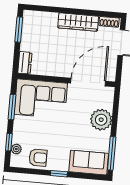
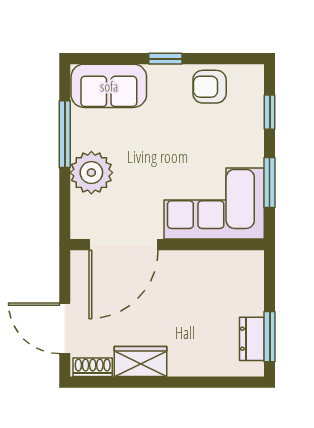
wardrobe: (78, 22) -> (141, 362), width x0.67
dresser: (25, 63) -> (252, 339), moved
plant: (16, 149) -> (254, 100), removed
window: (112, 153) -> (65, 134), moved

